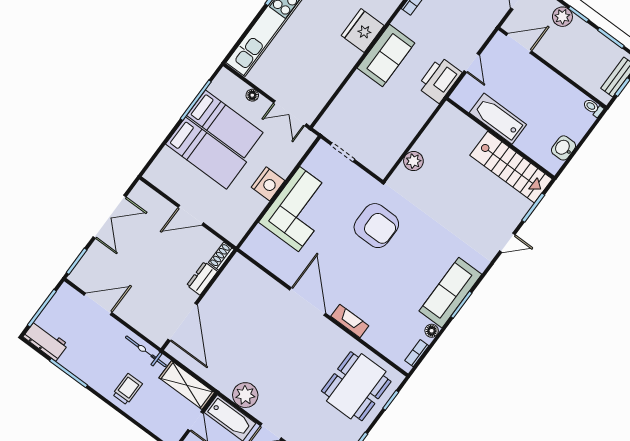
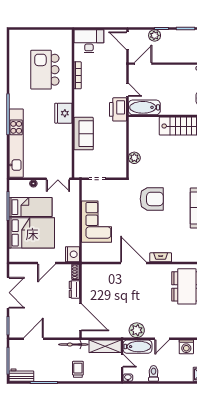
sofa: (386, 56) -> (84, 134), moved
bathtub: (498, 119) -> (144, 107), moved
bed: (206, 153) -> (32, 233), width x1.50
nightstand: (268, 184) -> (73, 254), moved
armchair: (376, 226) -> (152, 199), moved

